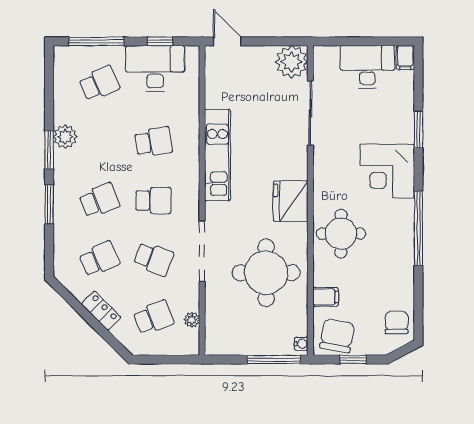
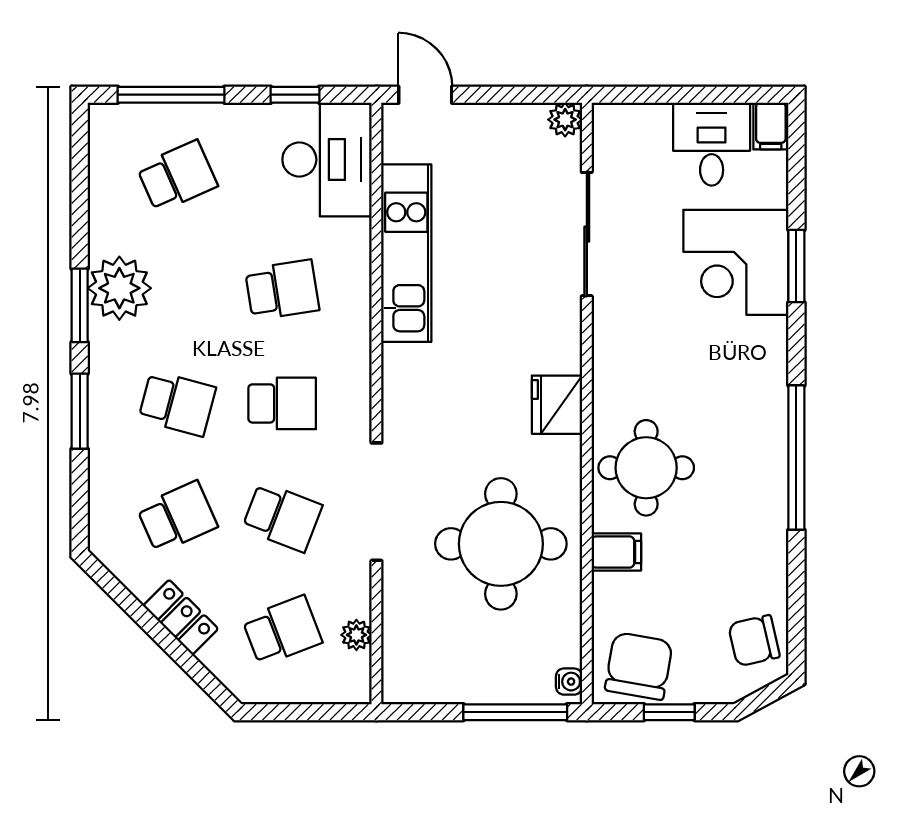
plant: (292, 62) -> (565, 120), width x0.53, depth x0.53
desk: (367, 67) -> (712, 144), width x0.73
desk: (155, 68) -> (327, 160), moved, turned 90
plant: (65, 137) -> (119, 288), width x1.36, depth x1.36
kitchen unit: (217, 155) -> (406, 253), moved
corner desk: (387, 171) -> (736, 262), moved
school desk: (99, 200) -> (177, 403), turned 36
fridge: (291, 201) -> (557, 405), width x0.73, depth x0.75
filing cabinet: (326, 297) -> (616, 552), moved
chair: (397, 323) -> (754, 641), turned -103

